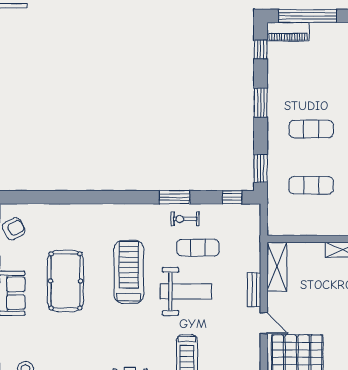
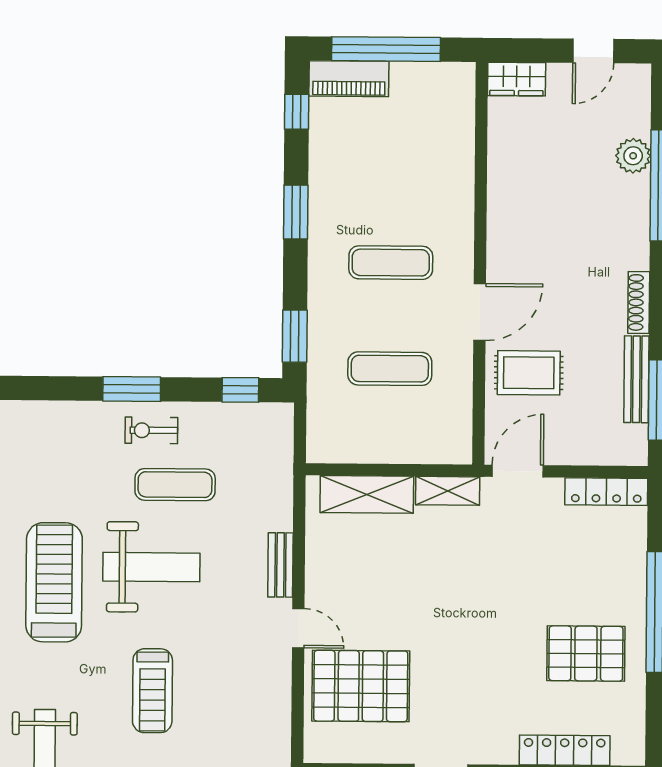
shelving: (277, 267) -> (367, 494), moved, turned 90
treadmill: (129, 272) -> (54, 582), moved

